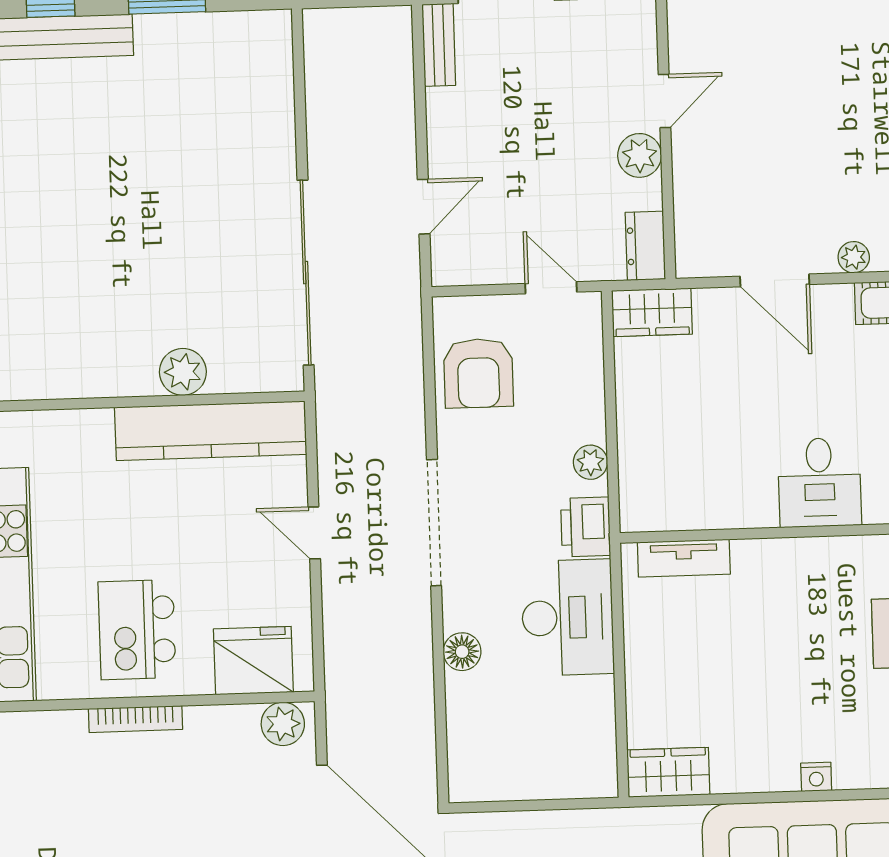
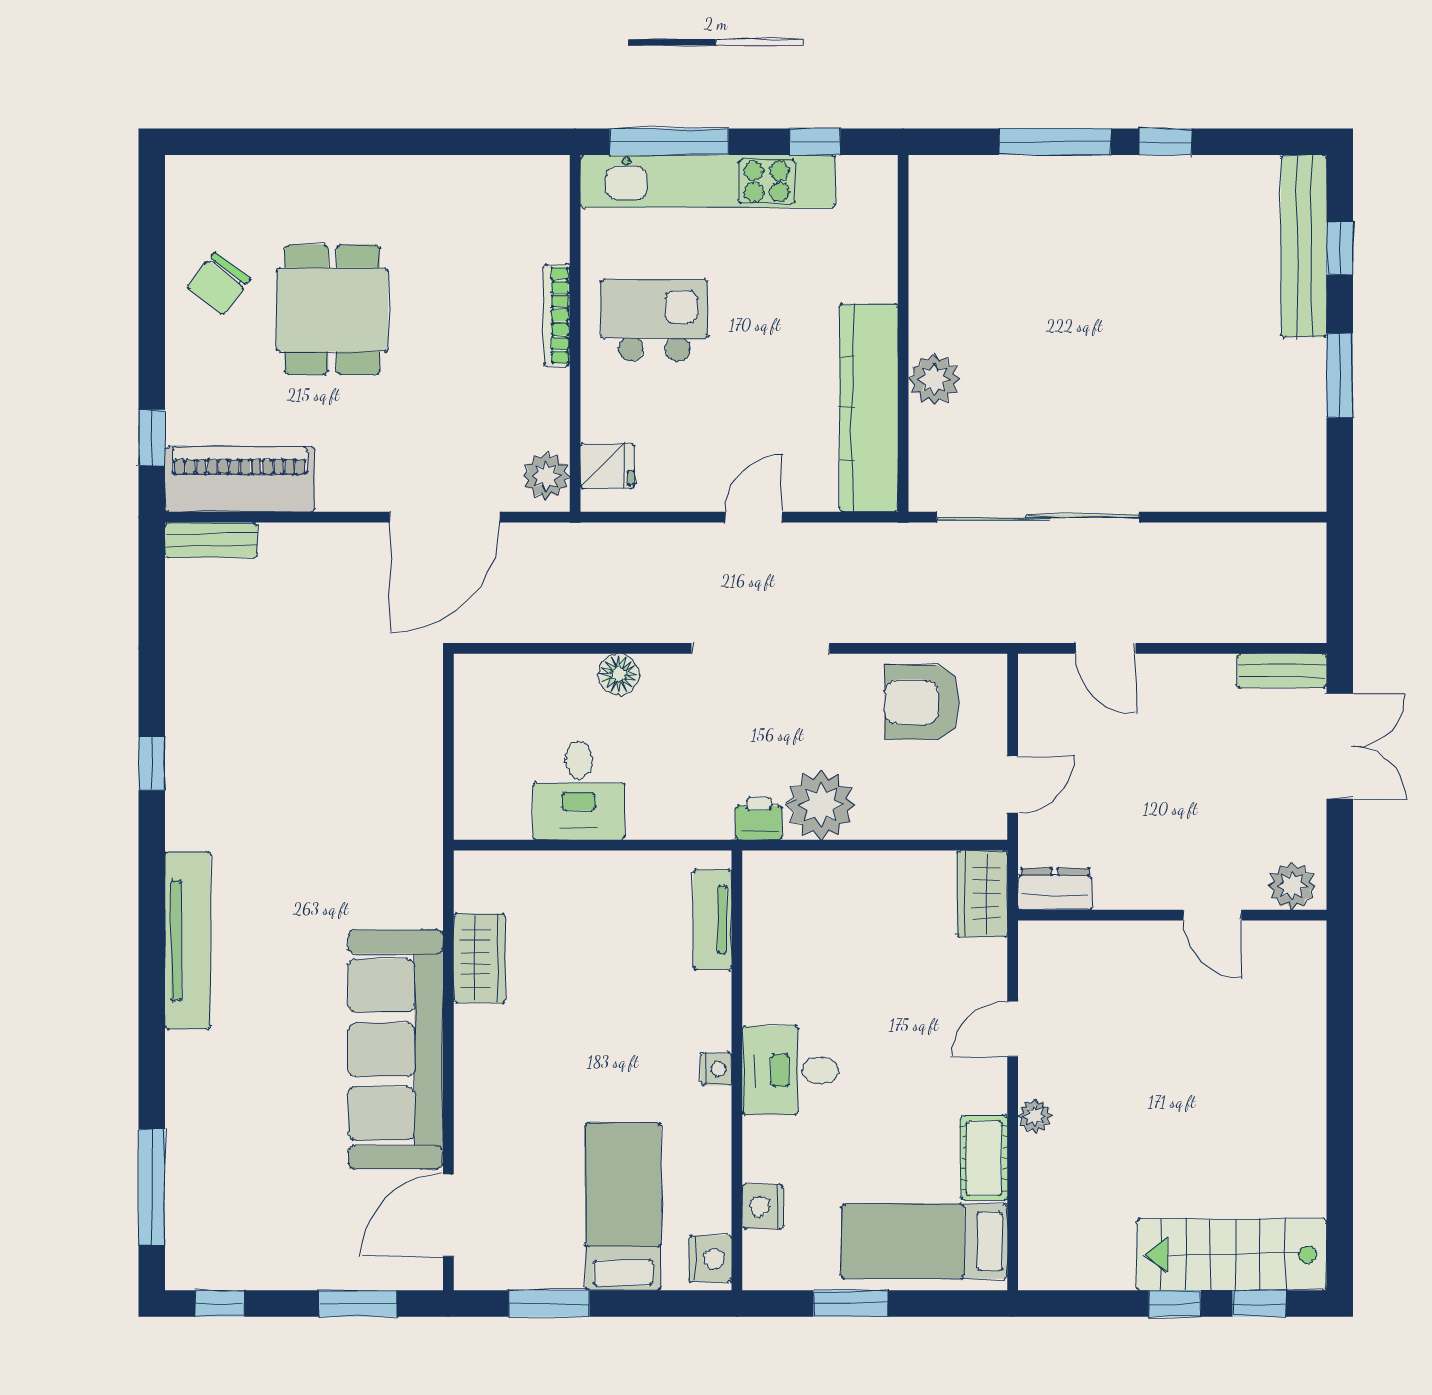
plant: (640, 155) -> (1292, 886), moved
door: (775, 280) -> (1013, 1029), width x0.73
plant: (590, 462) -> (821, 805), width x1.87, depth x1.87
printer: (586, 527) -> (759, 819), width x0.73, depth x0.81
desk: (568, 618) -> (579, 791), moved, width x0.73
fridge: (253, 661) -> (607, 466), width x0.53, depth x0.75
wardrobe: (668, 772) -> (479, 958), moved
nightstand: (816, 777) -> (716, 1069), moved, turned 180

